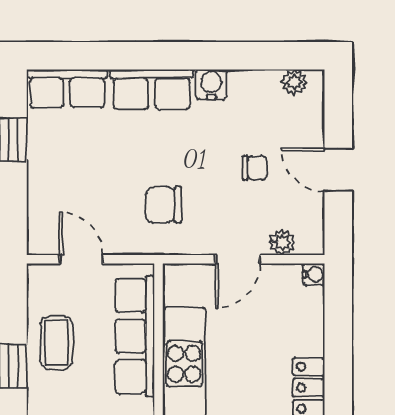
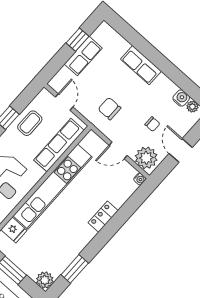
water cooler: (211, 85) -> (181, 98), moved
row of seats: (67, 89) -> (83, 56), moved, turned -90
plant: (282, 242) -> (146, 158), width x1.88, depth x1.88

